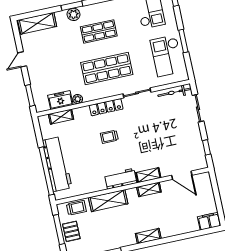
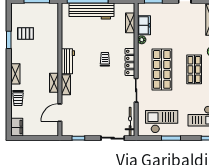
shelving: (108, 201) -> (52, 47), removed
trolley: (76, 208) -> (18, 98), moved
pallet: (71, 231) -> (26, 33), moved

